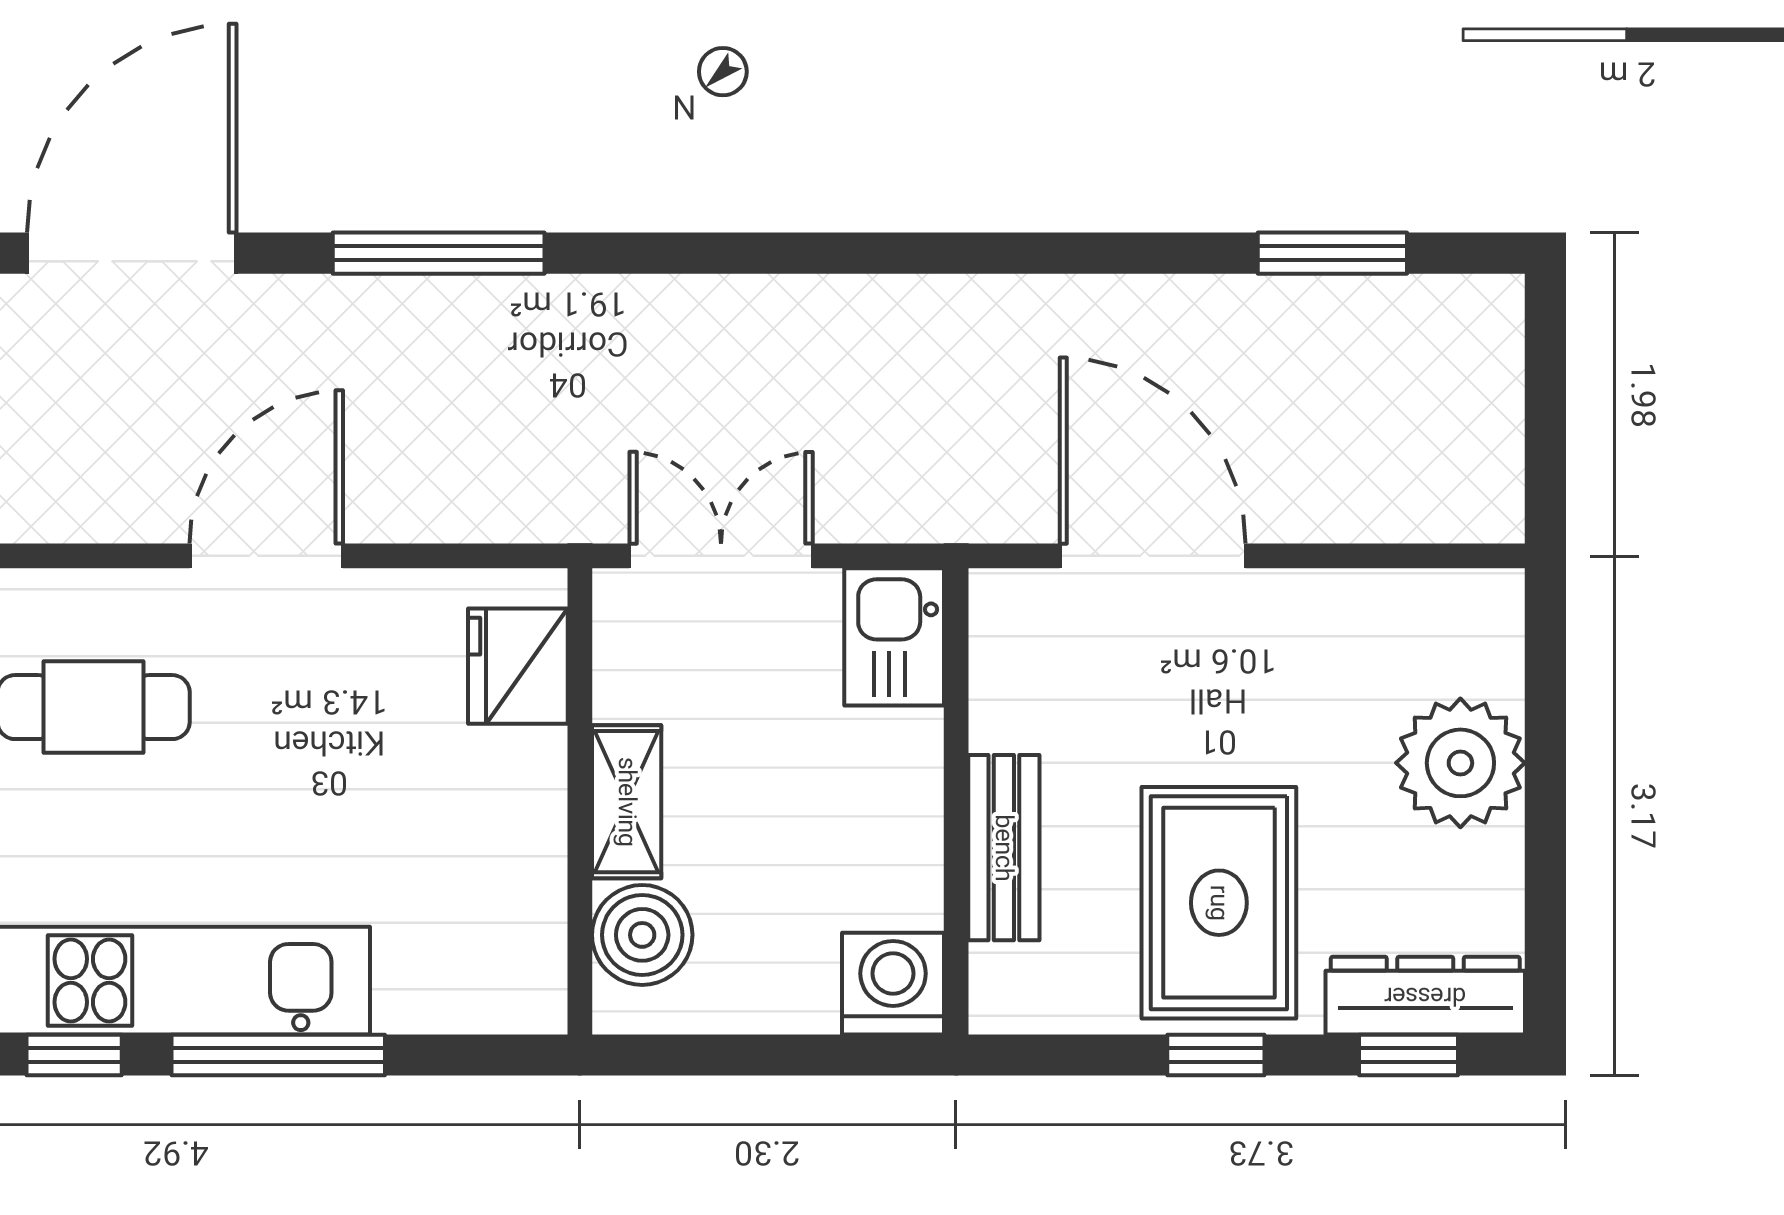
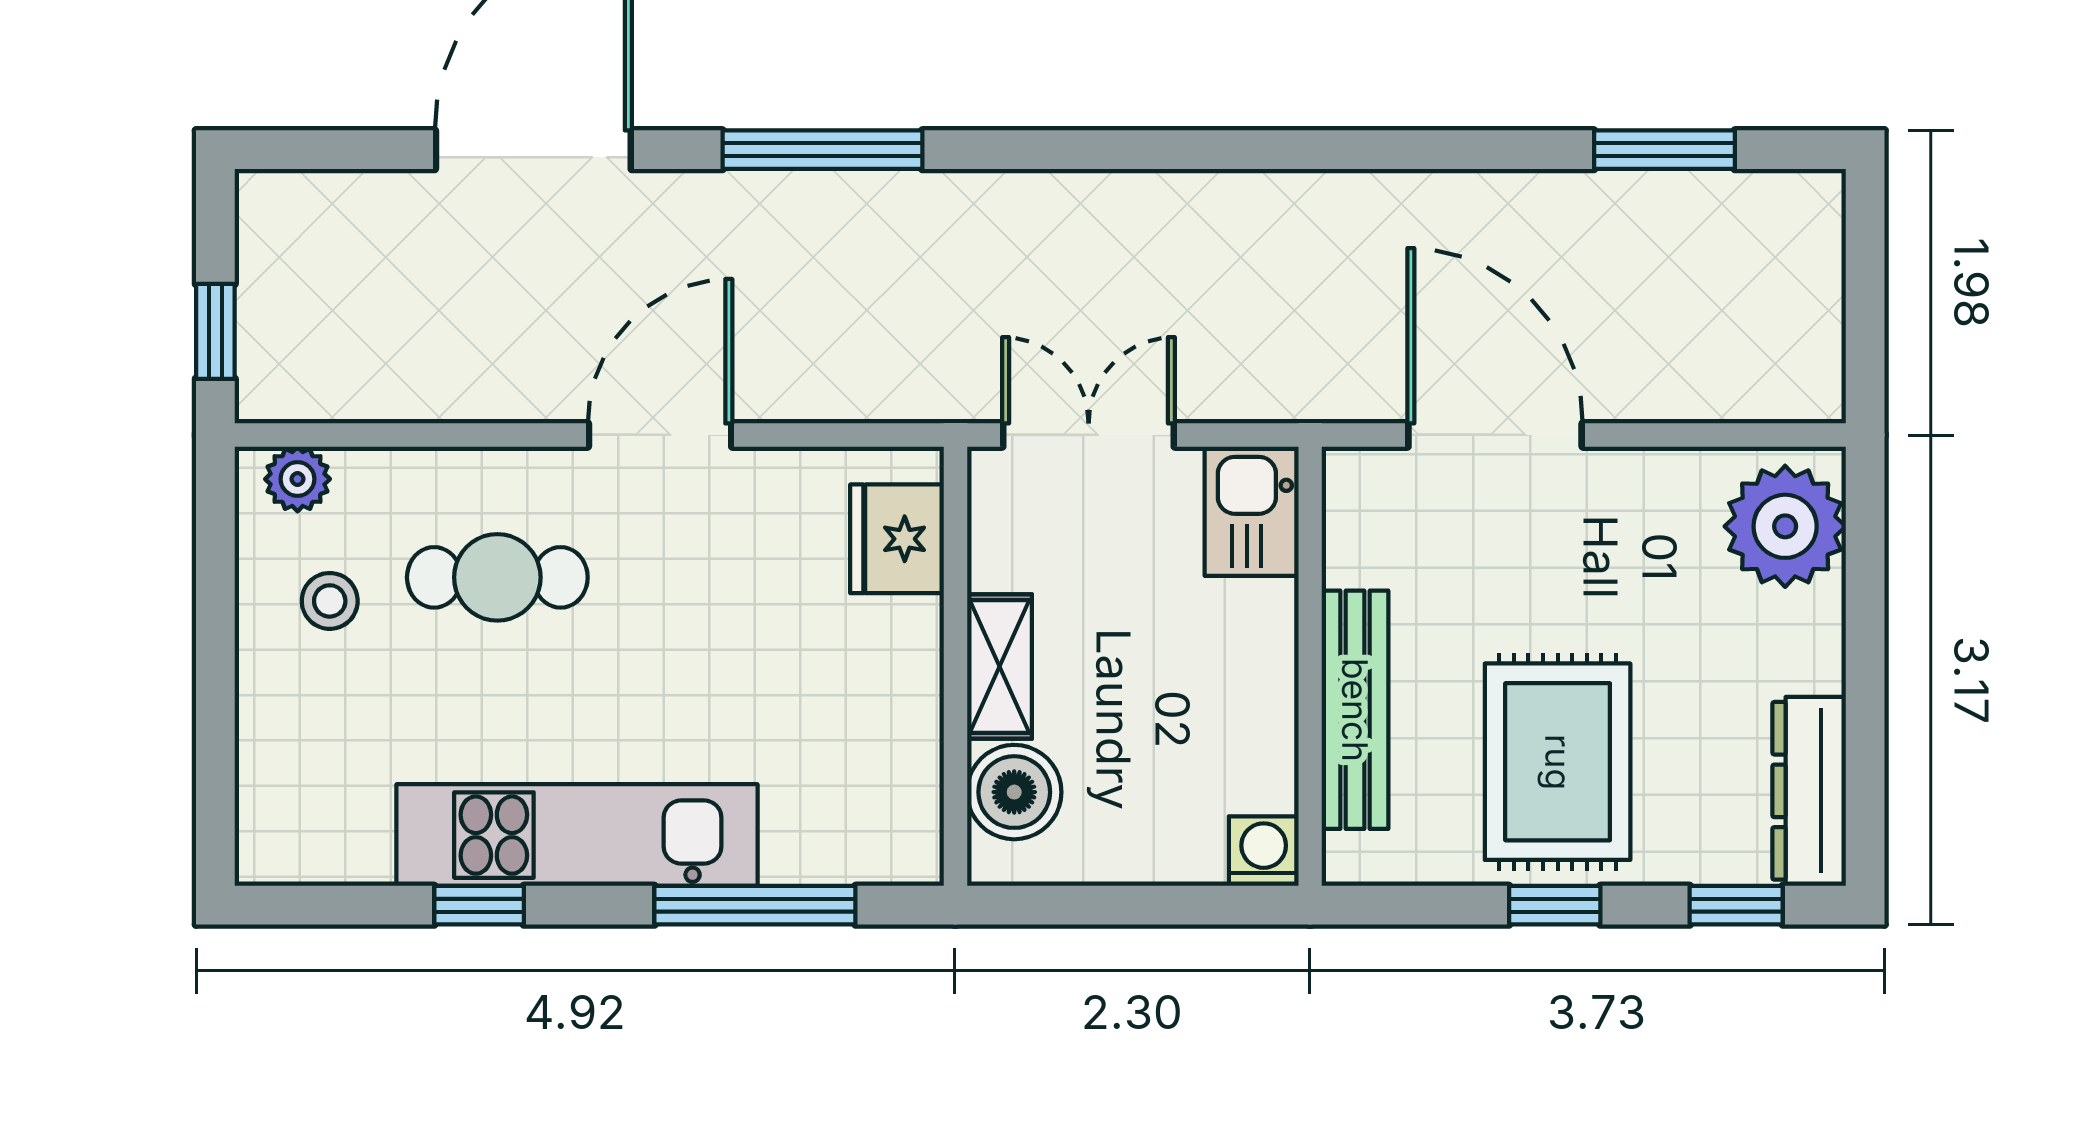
plant: (1460, 763) -> (1785, 526), moved
bench: (1004, 848) -> (1355, 710), width x1.36
washing machine: (893, 984) -> (1264, 851), width x0.73, depth x0.73
dresser: (1425, 996) -> (1809, 791), moved, turned -90
window: (278, 1055) -> (755, 905), moved

